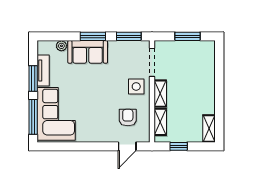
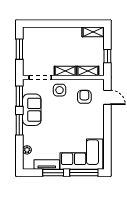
sofa: (88, 52) -> (32, 110), moved
armchair: (128, 118) -> (84, 97), turned 90

